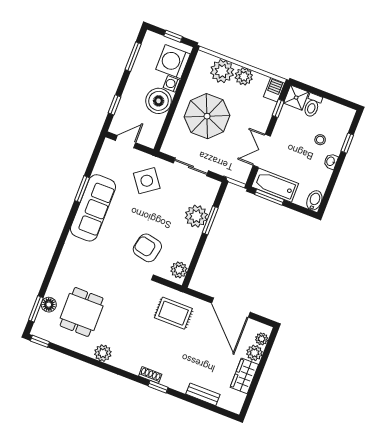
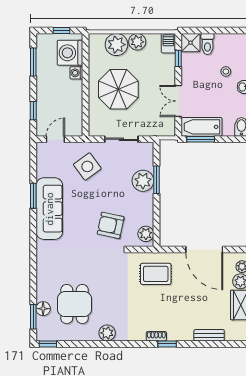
boiler: (159, 101) -> (71, 92), removed

